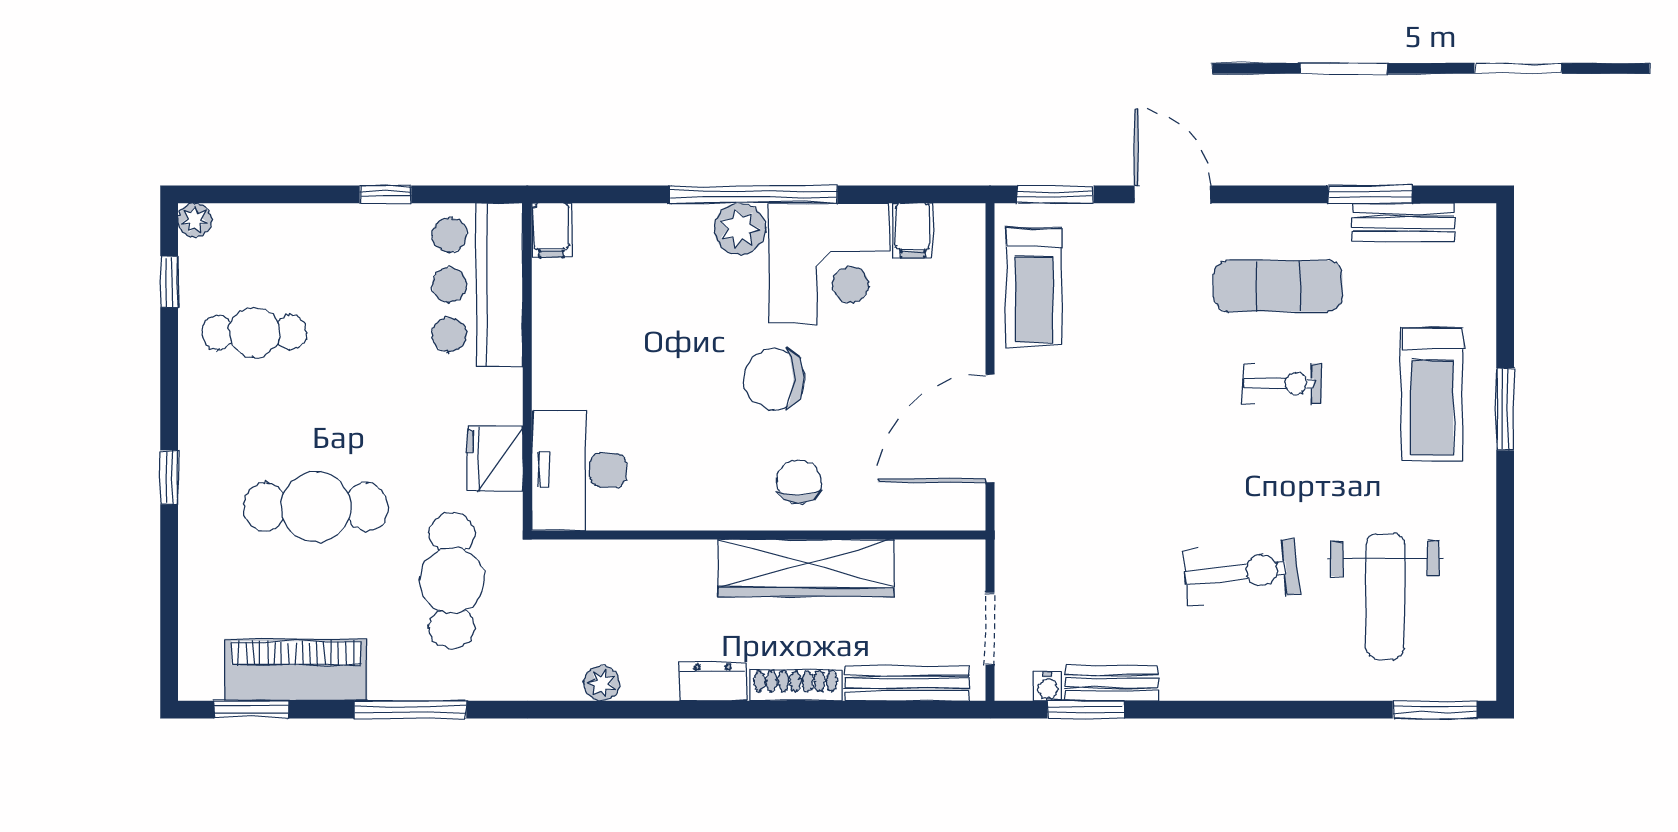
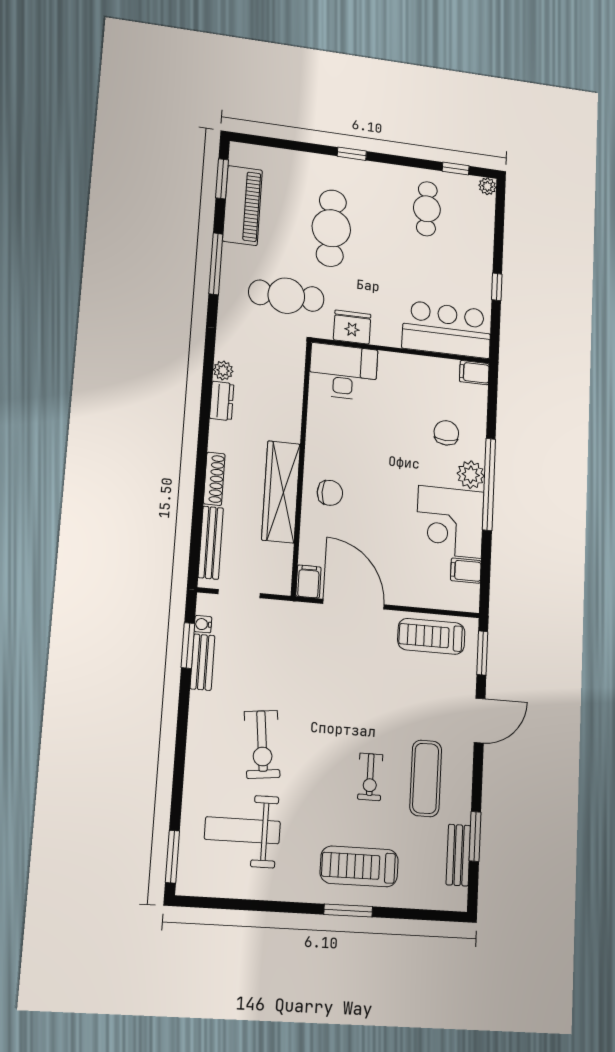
chair: (774, 379) -> (446, 433), moved, width x0.73, depth x0.73
filing cabinet: (958, 510) -> (308, 582), added
dresser: (713, 682) -> (222, 401), moved

